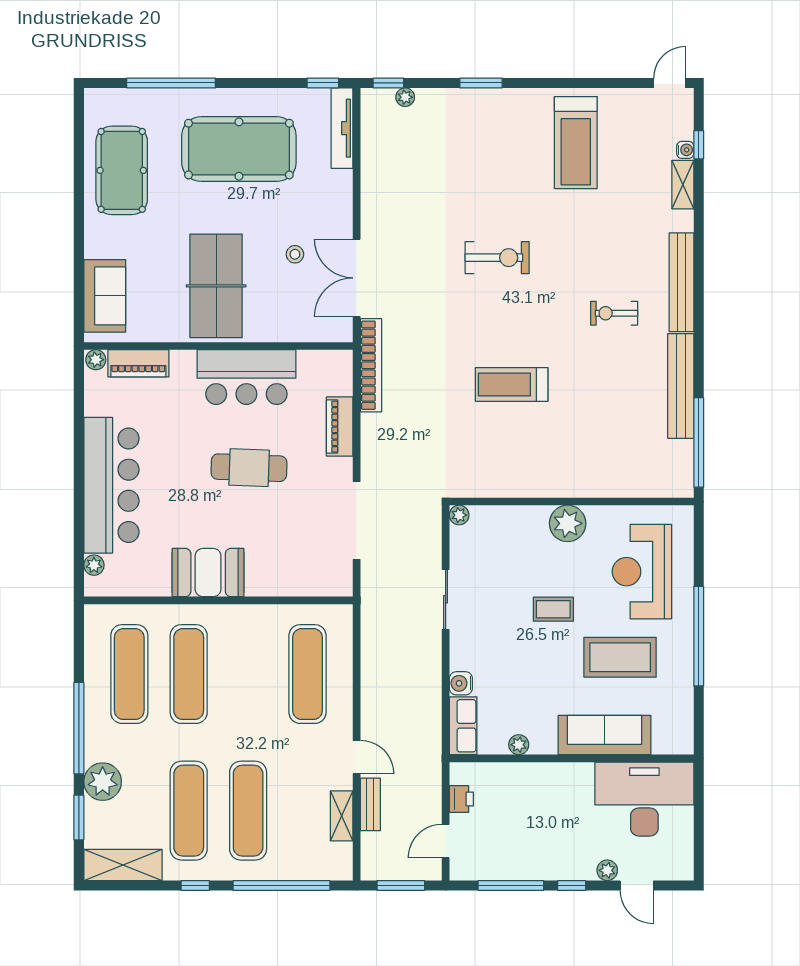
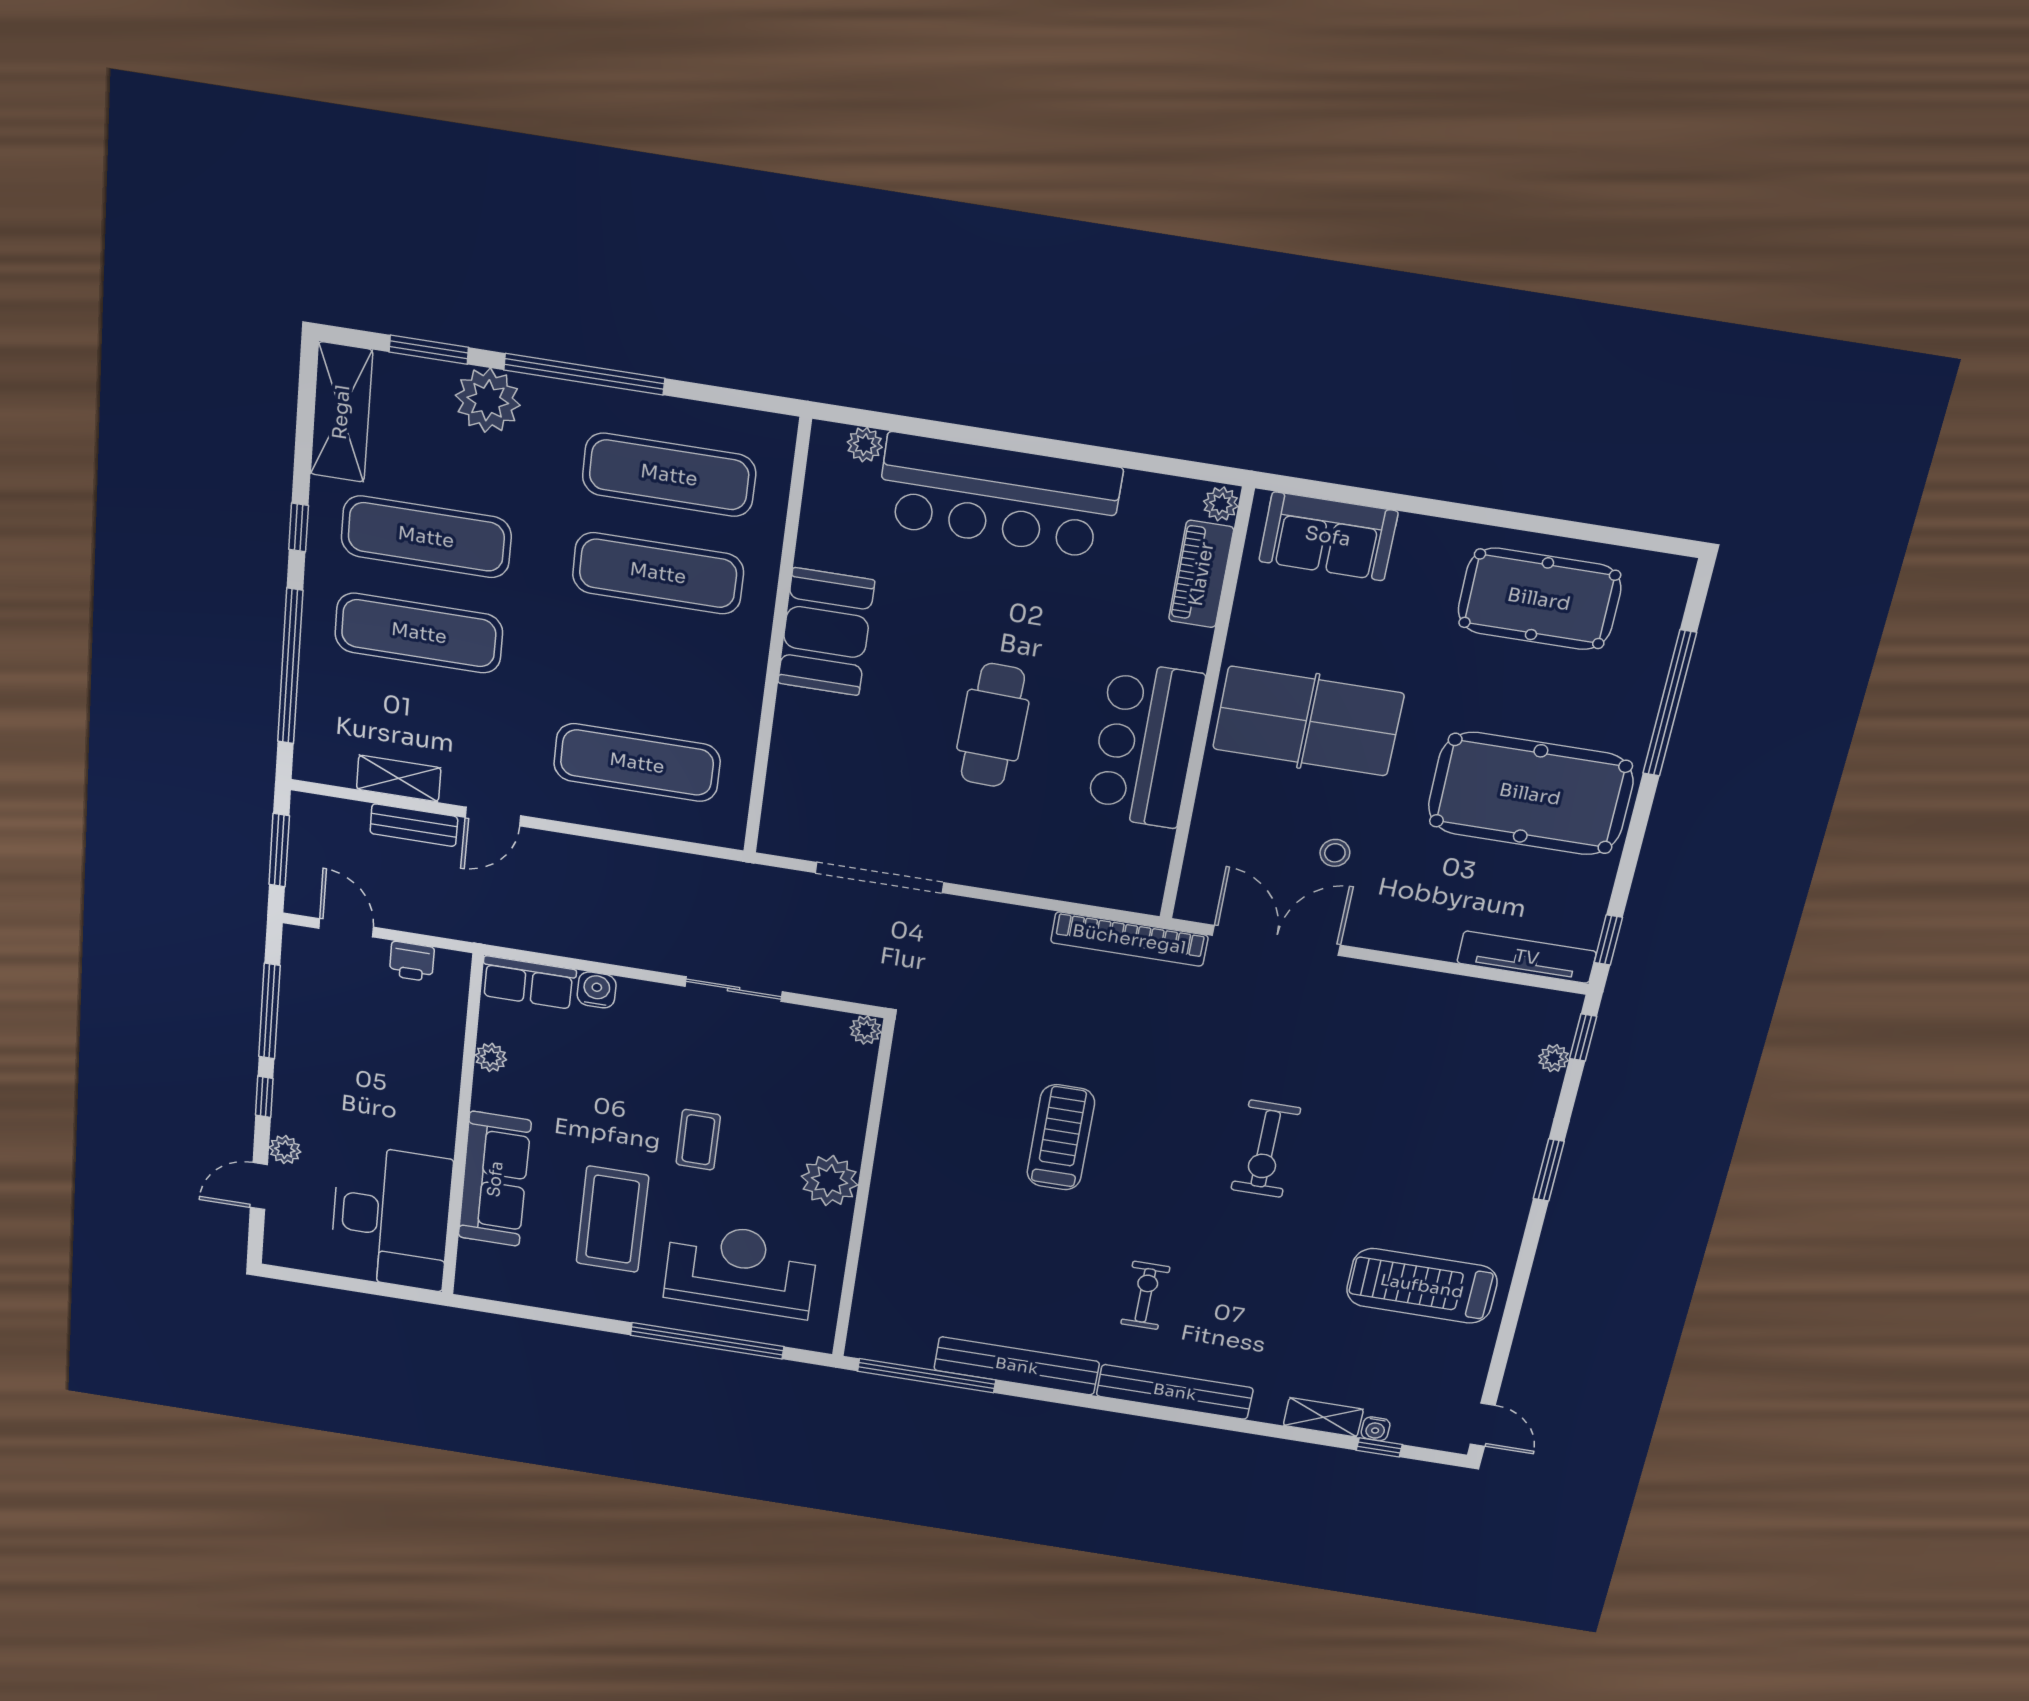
pool table: (239, 149) -> (1530, 794), turned 90
piano: (340, 427) -> (1037, 876), removed
window: (699, 636) -> (707, 1341), moved

